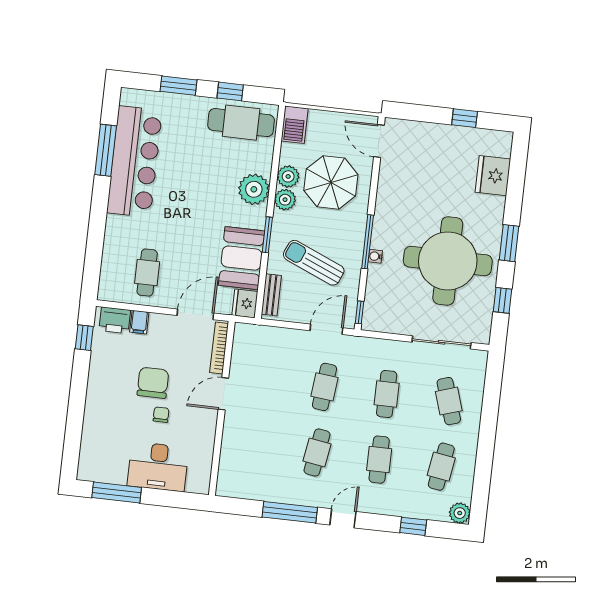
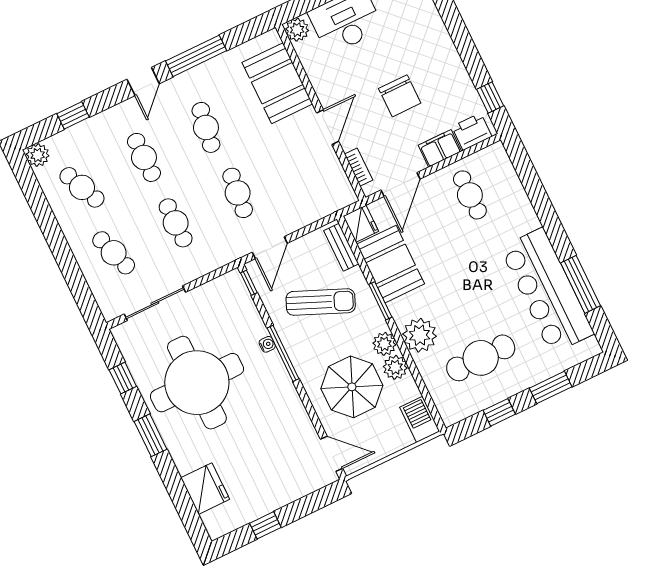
cafe table: (241, 123) -> (481, 358), moved
filing cabinet: (139, 322) -> (440, 148), width x2.00
bookcase: (219, 348) -> (359, 167), width x0.64
chair: (161, 415) -> (373, 71), removed
booth: (241, 452) -> (277, 83), added
cafe table: (441, 467) -> (82, 187), turned -33
plant: (200, 483) -> (297, 30), added

